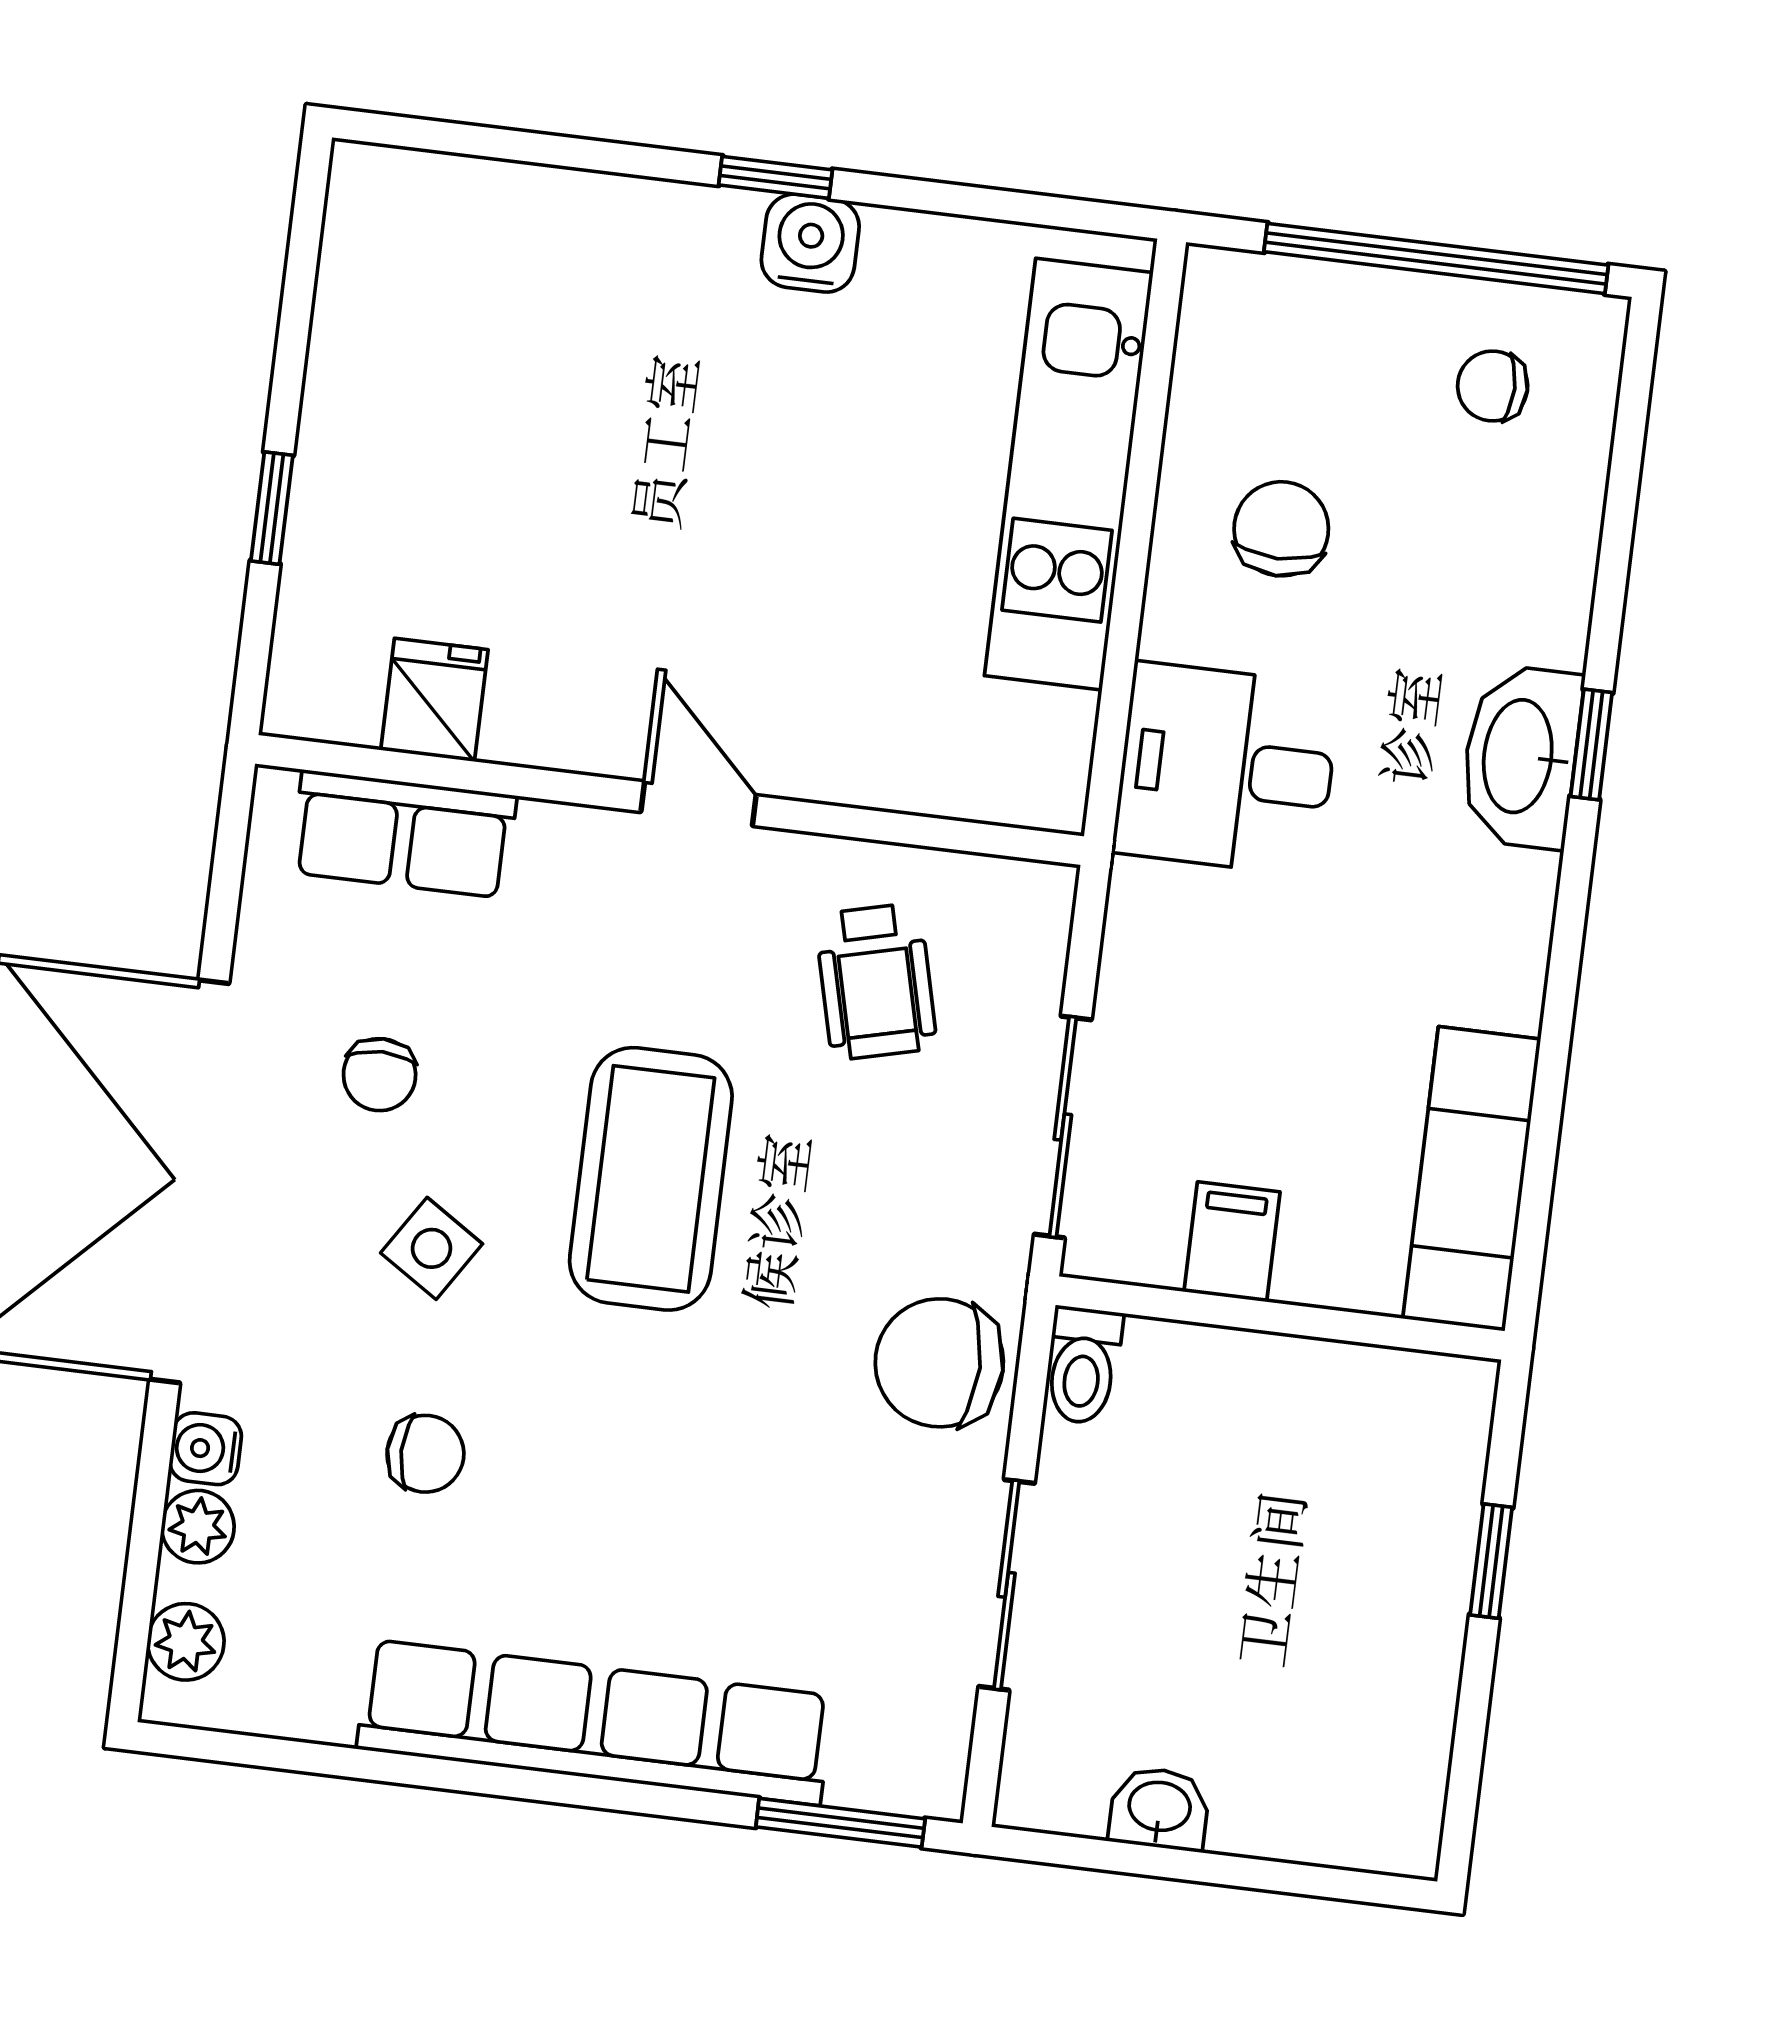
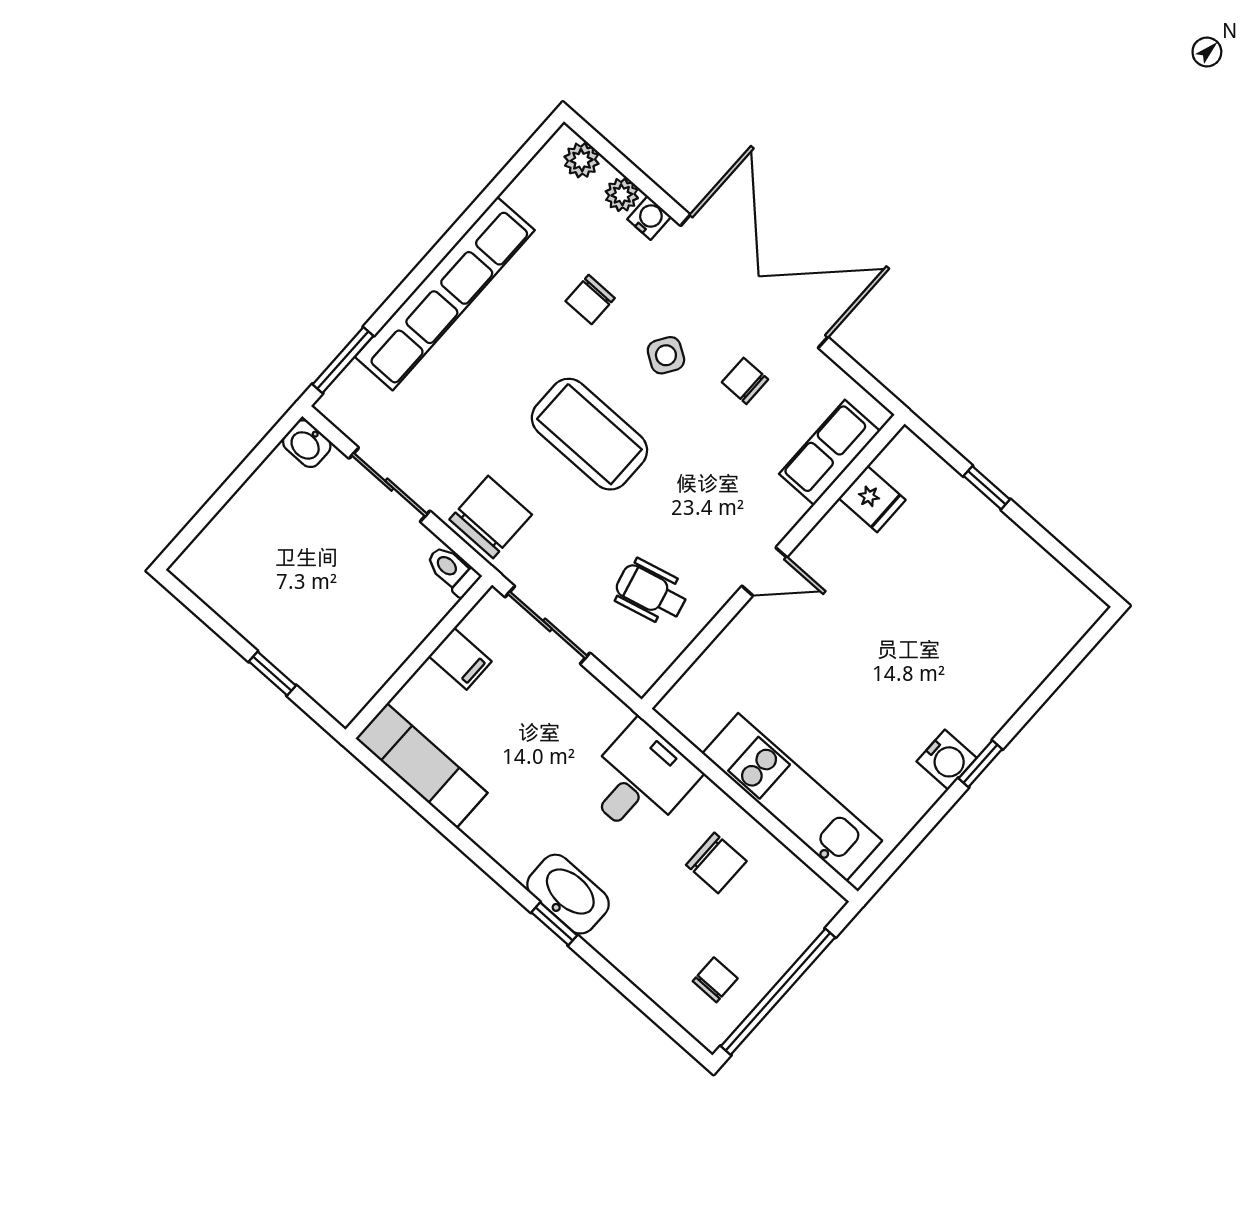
coffee table: (651, 1179) -> (589, 434), moved
washbasin: (1159, 1809) -> (307, 444), moved, turned 90

